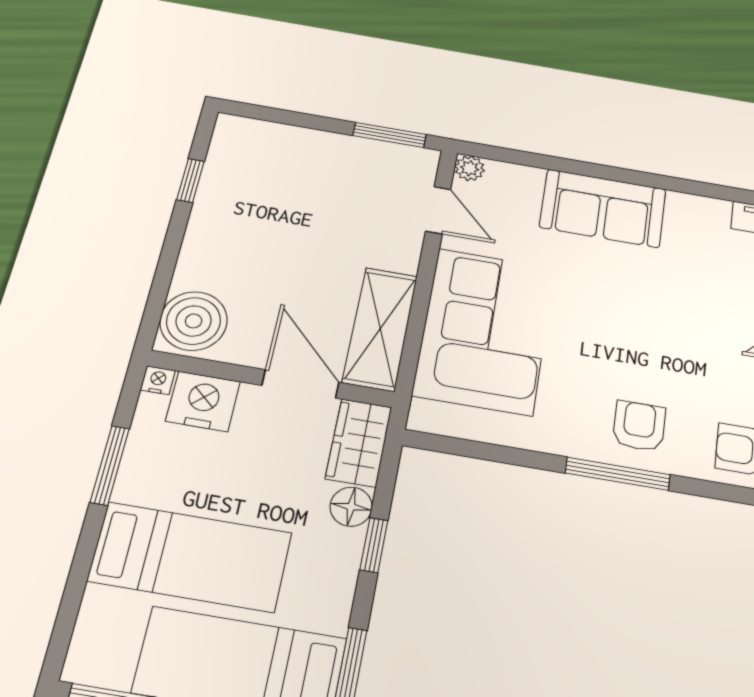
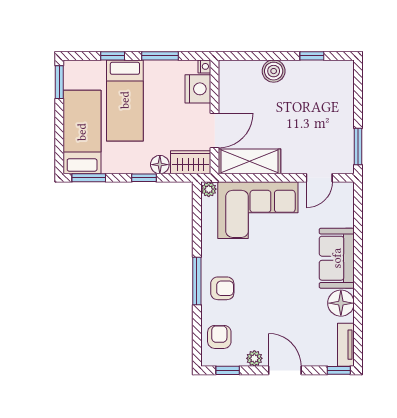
plant: (470, 168) -> (209, 189), moved
floor lamp: (692, 216) -> (341, 303), added
boiler: (194, 321) -> (274, 71), moved, width x0.73, depth x0.73
window: (81, 567) -> (113, 56), added

